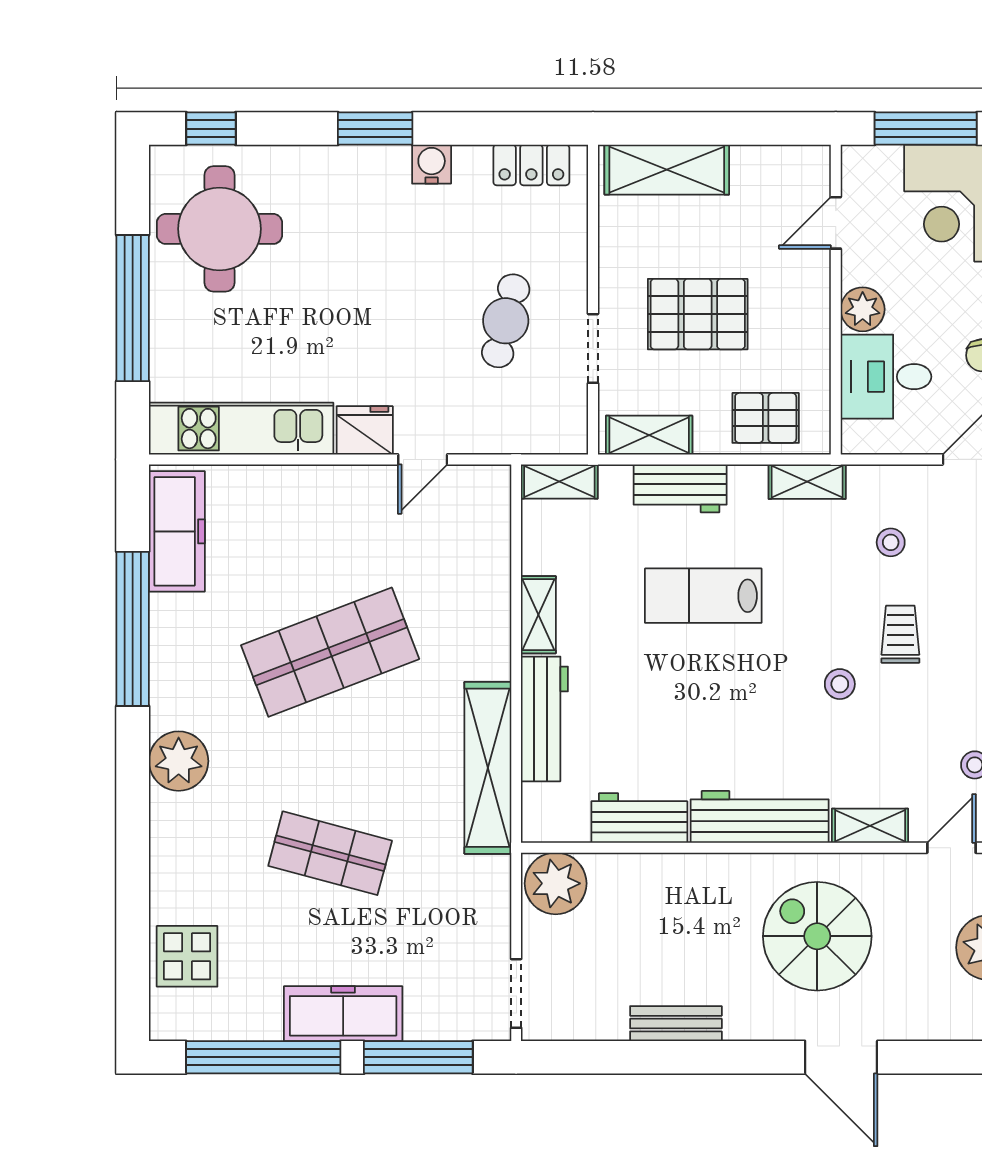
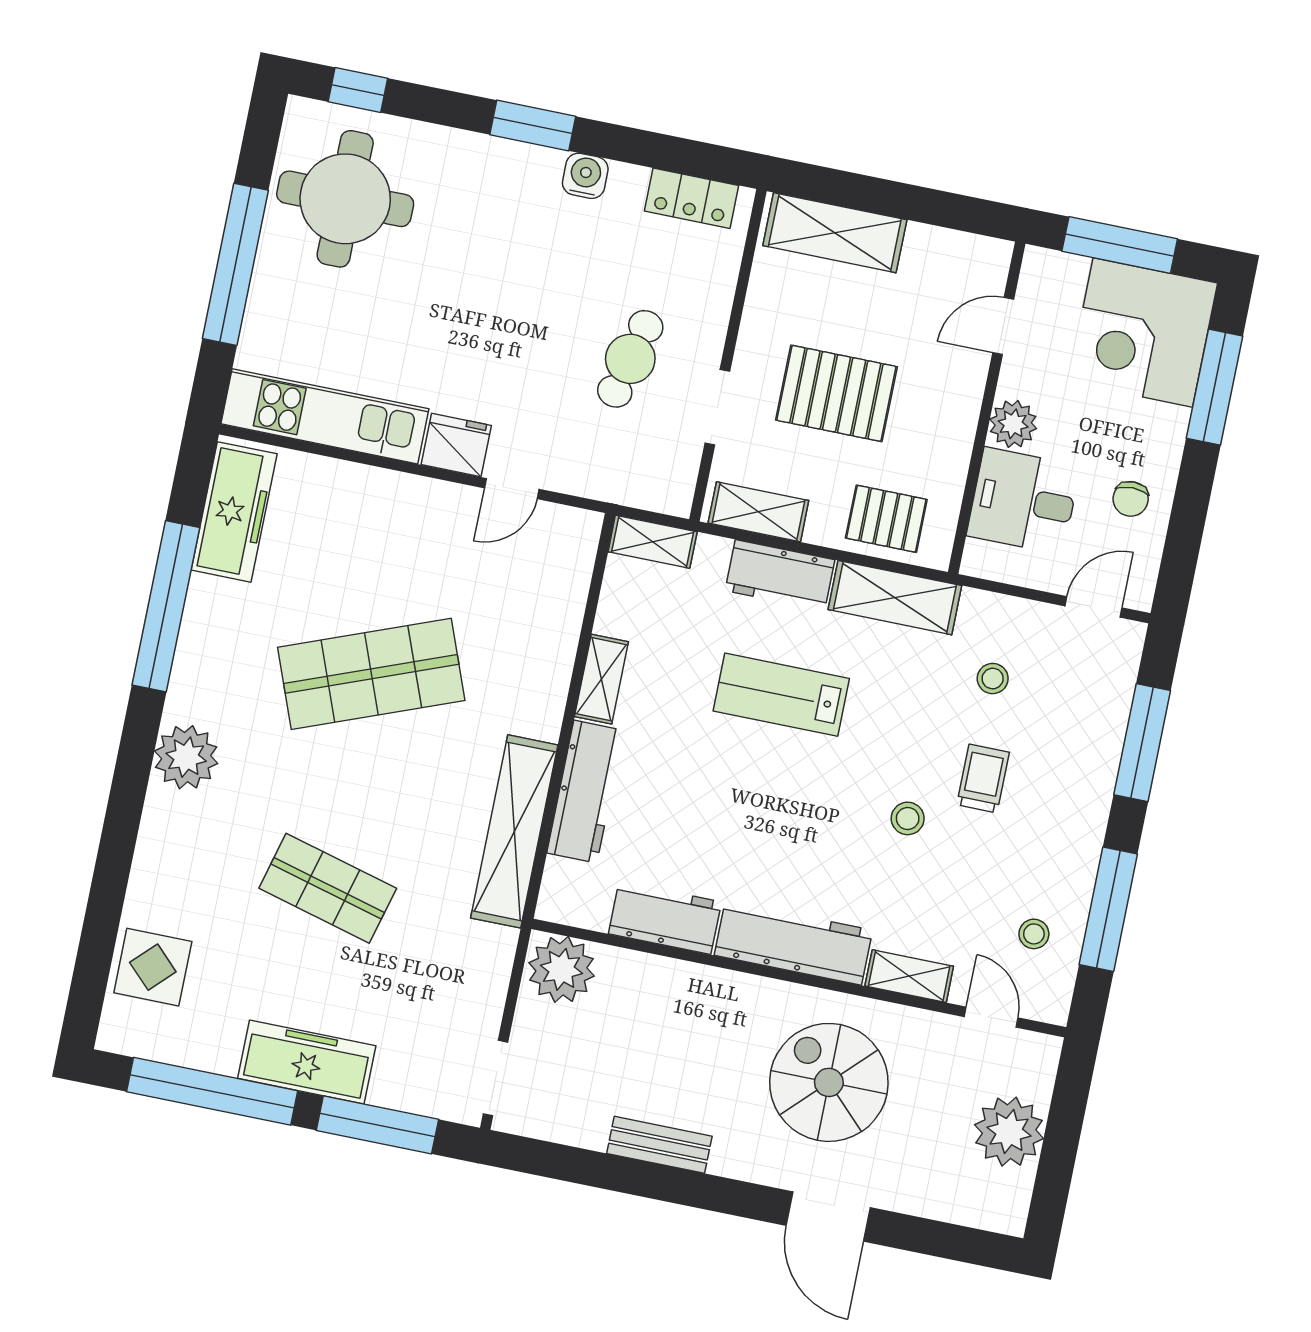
shelving: (807, 482) -> (895, 598), width x1.50, depth x1.33
door: (951, 848) -> (991, 1017), hinge flipped

